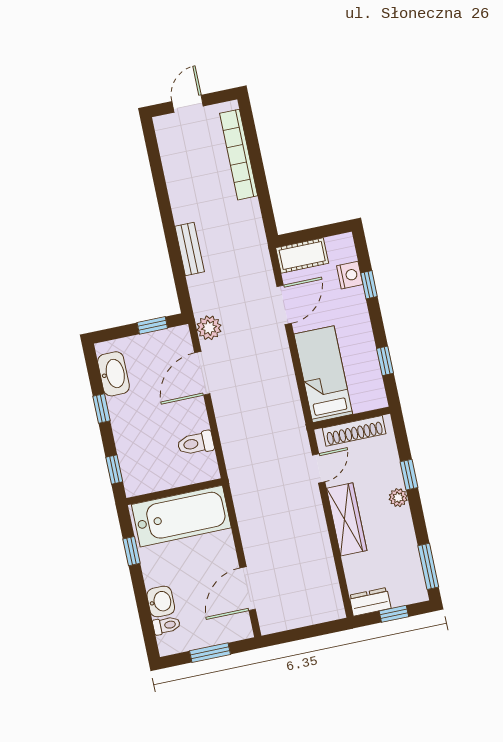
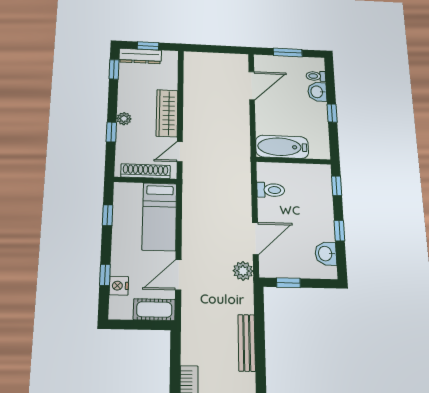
bench: (190, 249) -> (247, 343), width x1.36
washbasin: (113, 374) -> (326, 254), width x0.72
bathtub: (181, 516) -> (282, 147), width x0.73, depth x0.73
window: (131, 551) -> (332, 113), moved
window: (428, 566) -> (114, 69), width x0.67
dresser: (370, 602) -> (140, 56), moved, width x1.44

